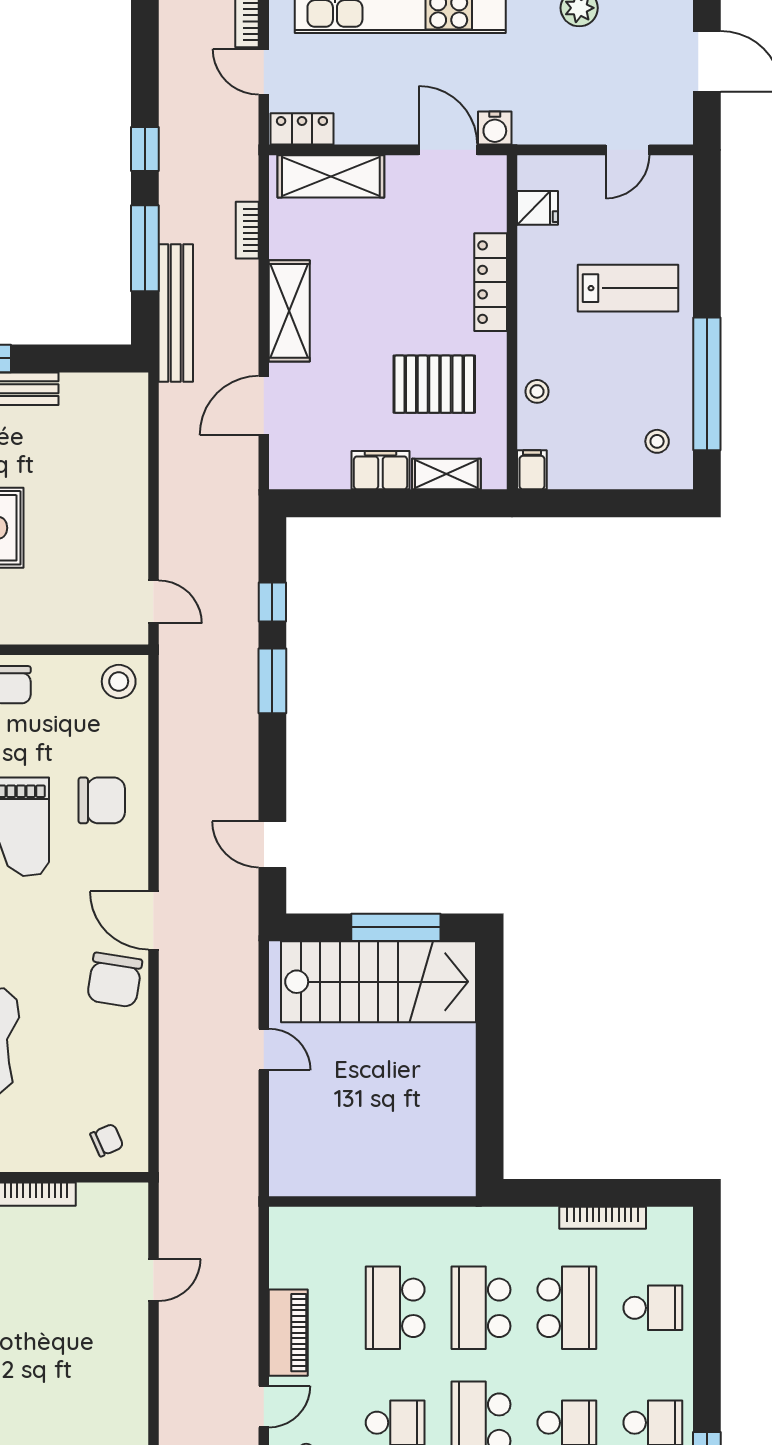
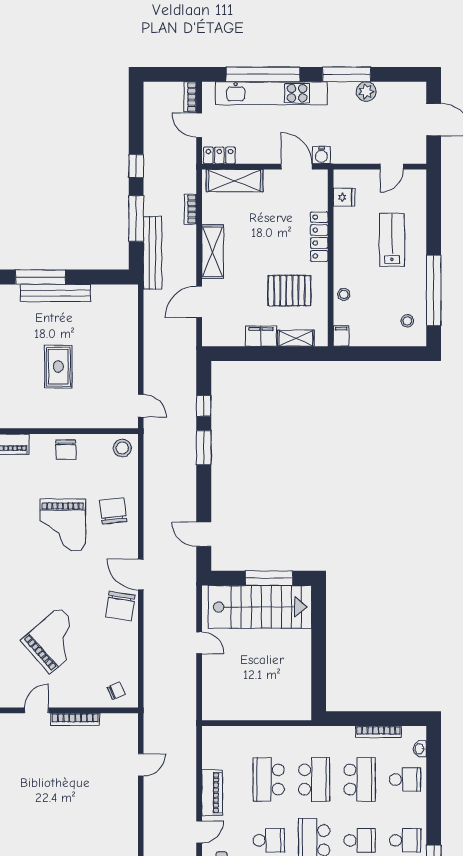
lab bench: (628, 288) -> (392, 240), turned -90
chair: (102, 800) -> (113, 511), turned -96
washbasin: (681, 1250) -> (420, 749), added
school desk: (481, 1308) -> (314, 780), turned 180

